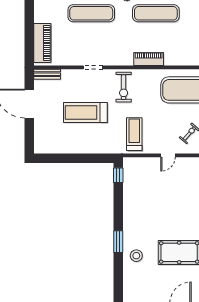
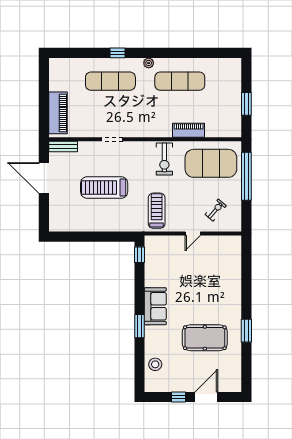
piano: (149, 59) -> (189, 130), moved
exercise bike: (124, 87) -> (164, 159), moved
sofa: (133, 223) -> (155, 306), added
stool: (136, 256) -> (155, 364), moved

